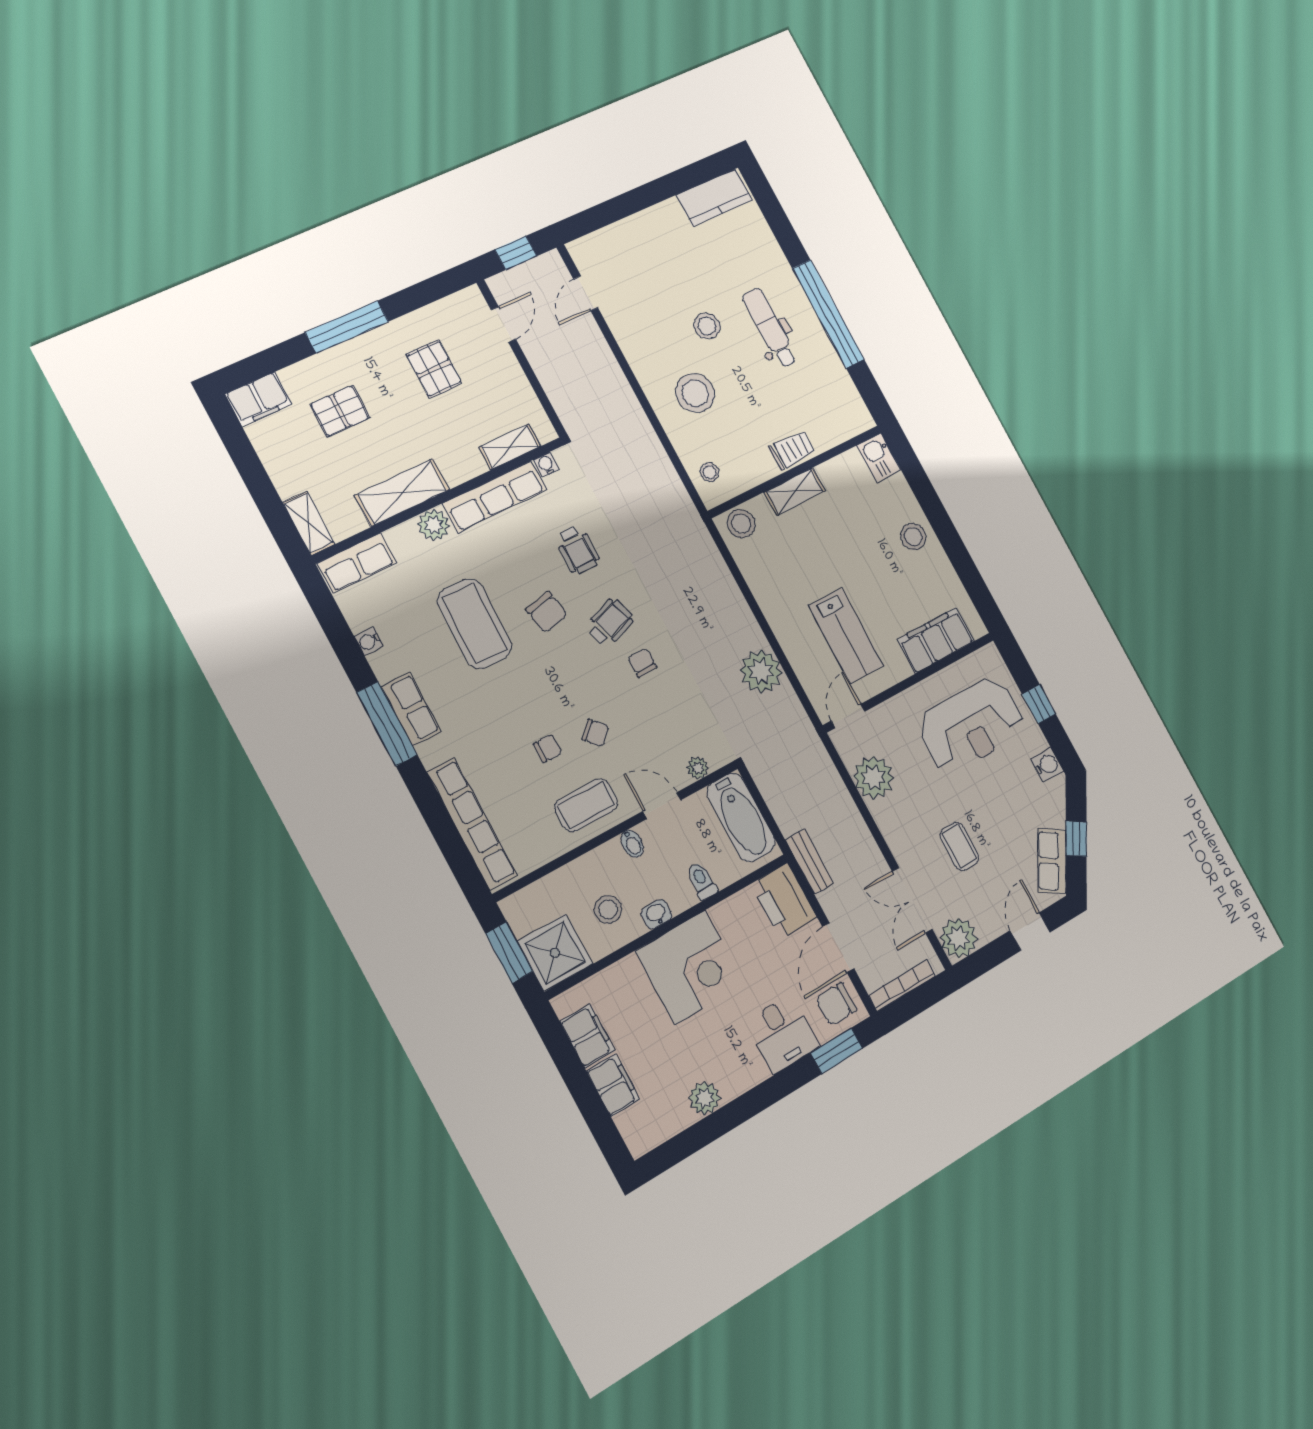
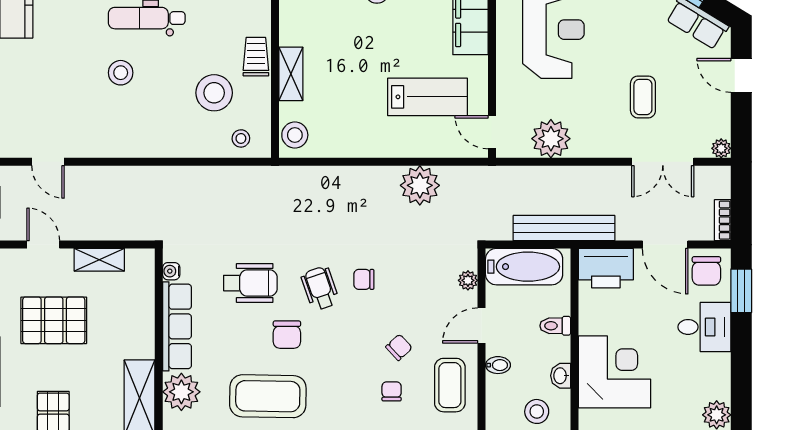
pallet: (434, 369) -> (54, 320), width x1.50, depth x1.42
stool: (695, 393) -> (214, 93), moved
shelving: (510, 447) -> (99, 260), moved, turned 90
plant: (434, 525) -> (181, 392), width x1.36, depth x1.36
wheelchair: (577, 550) -> (250, 283), width x1.36, depth x1.37
chair: (547, 612) -> (287, 335), turned 101
coffee table: (959, 846) -> (643, 97), turned 90
bench: (809, 862) -> (564, 228), width x1.86, depth x1.21
plant: (959, 938) -> (721, 148), width x0.53, depth x0.53
bookcase: (902, 986) -> (723, 220), width x0.64

